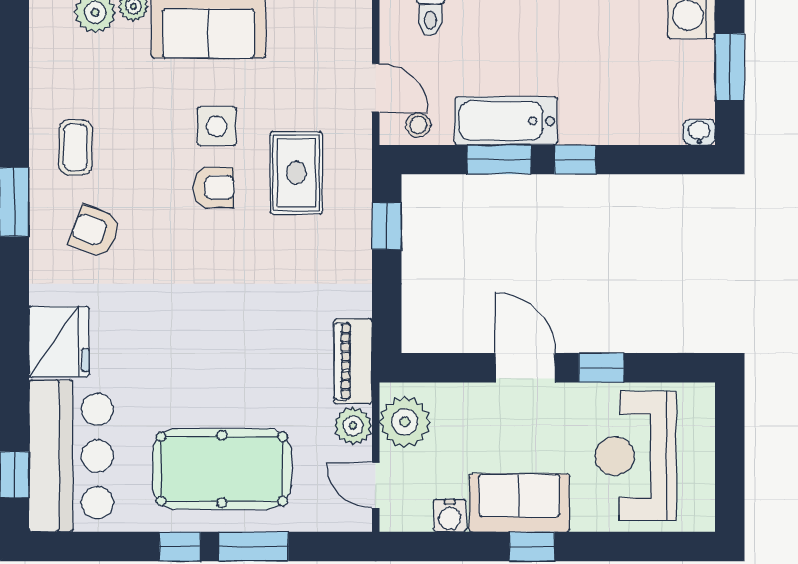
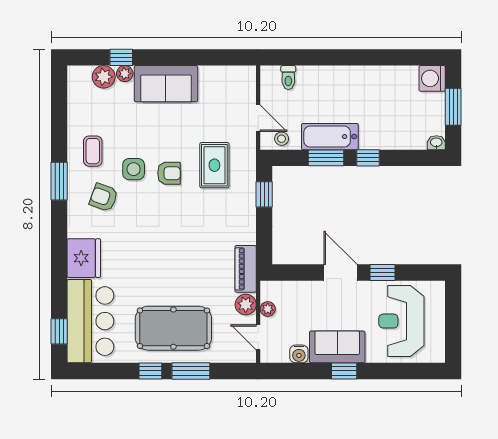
side table: (217, 126) -> (134, 169), moved
plant: (405, 422) -> (268, 309), width x0.53, depth x0.53

